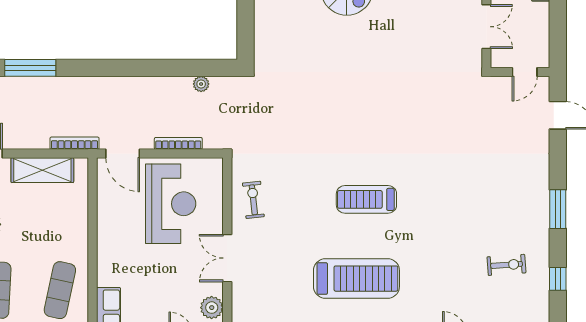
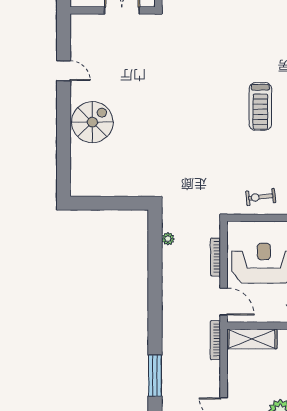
door: (123, 154) -> (224, 302), hinge flipped
shelving: (42, 170) -> (252, 339), moved, turned 90

